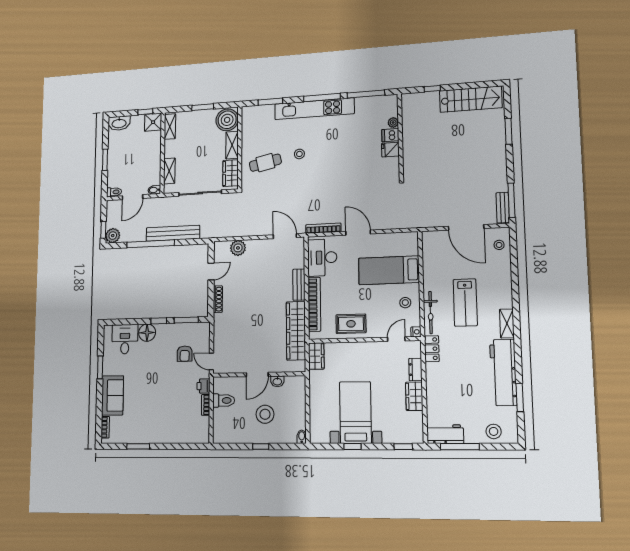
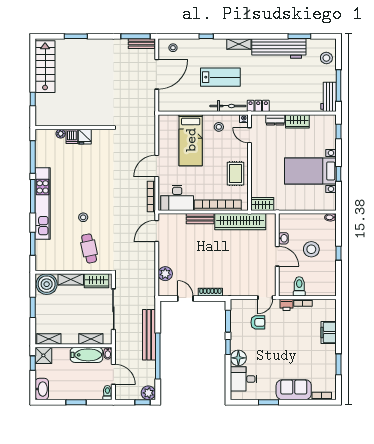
bathtub: (153, 167) -> (86, 355), added
window: (515, 284) -> (206, 36), added
filing cabinet: (173, 435) -> (329, 333), added

